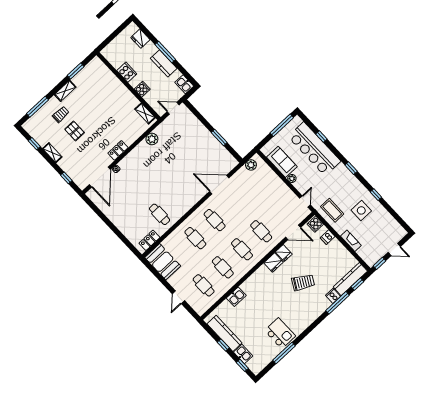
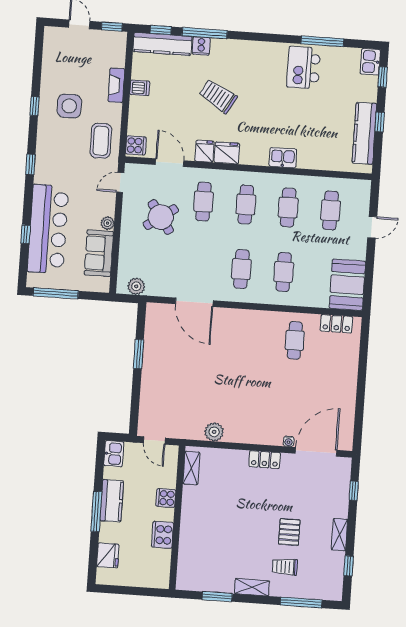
round table: (272, 205) -> (161, 217), added
dishwasher: (328, 237) -> (140, 88), moved
kitchen sink: (236, 297) -> (283, 158), moved
kitchen sink: (243, 354) -> (370, 62), moved

